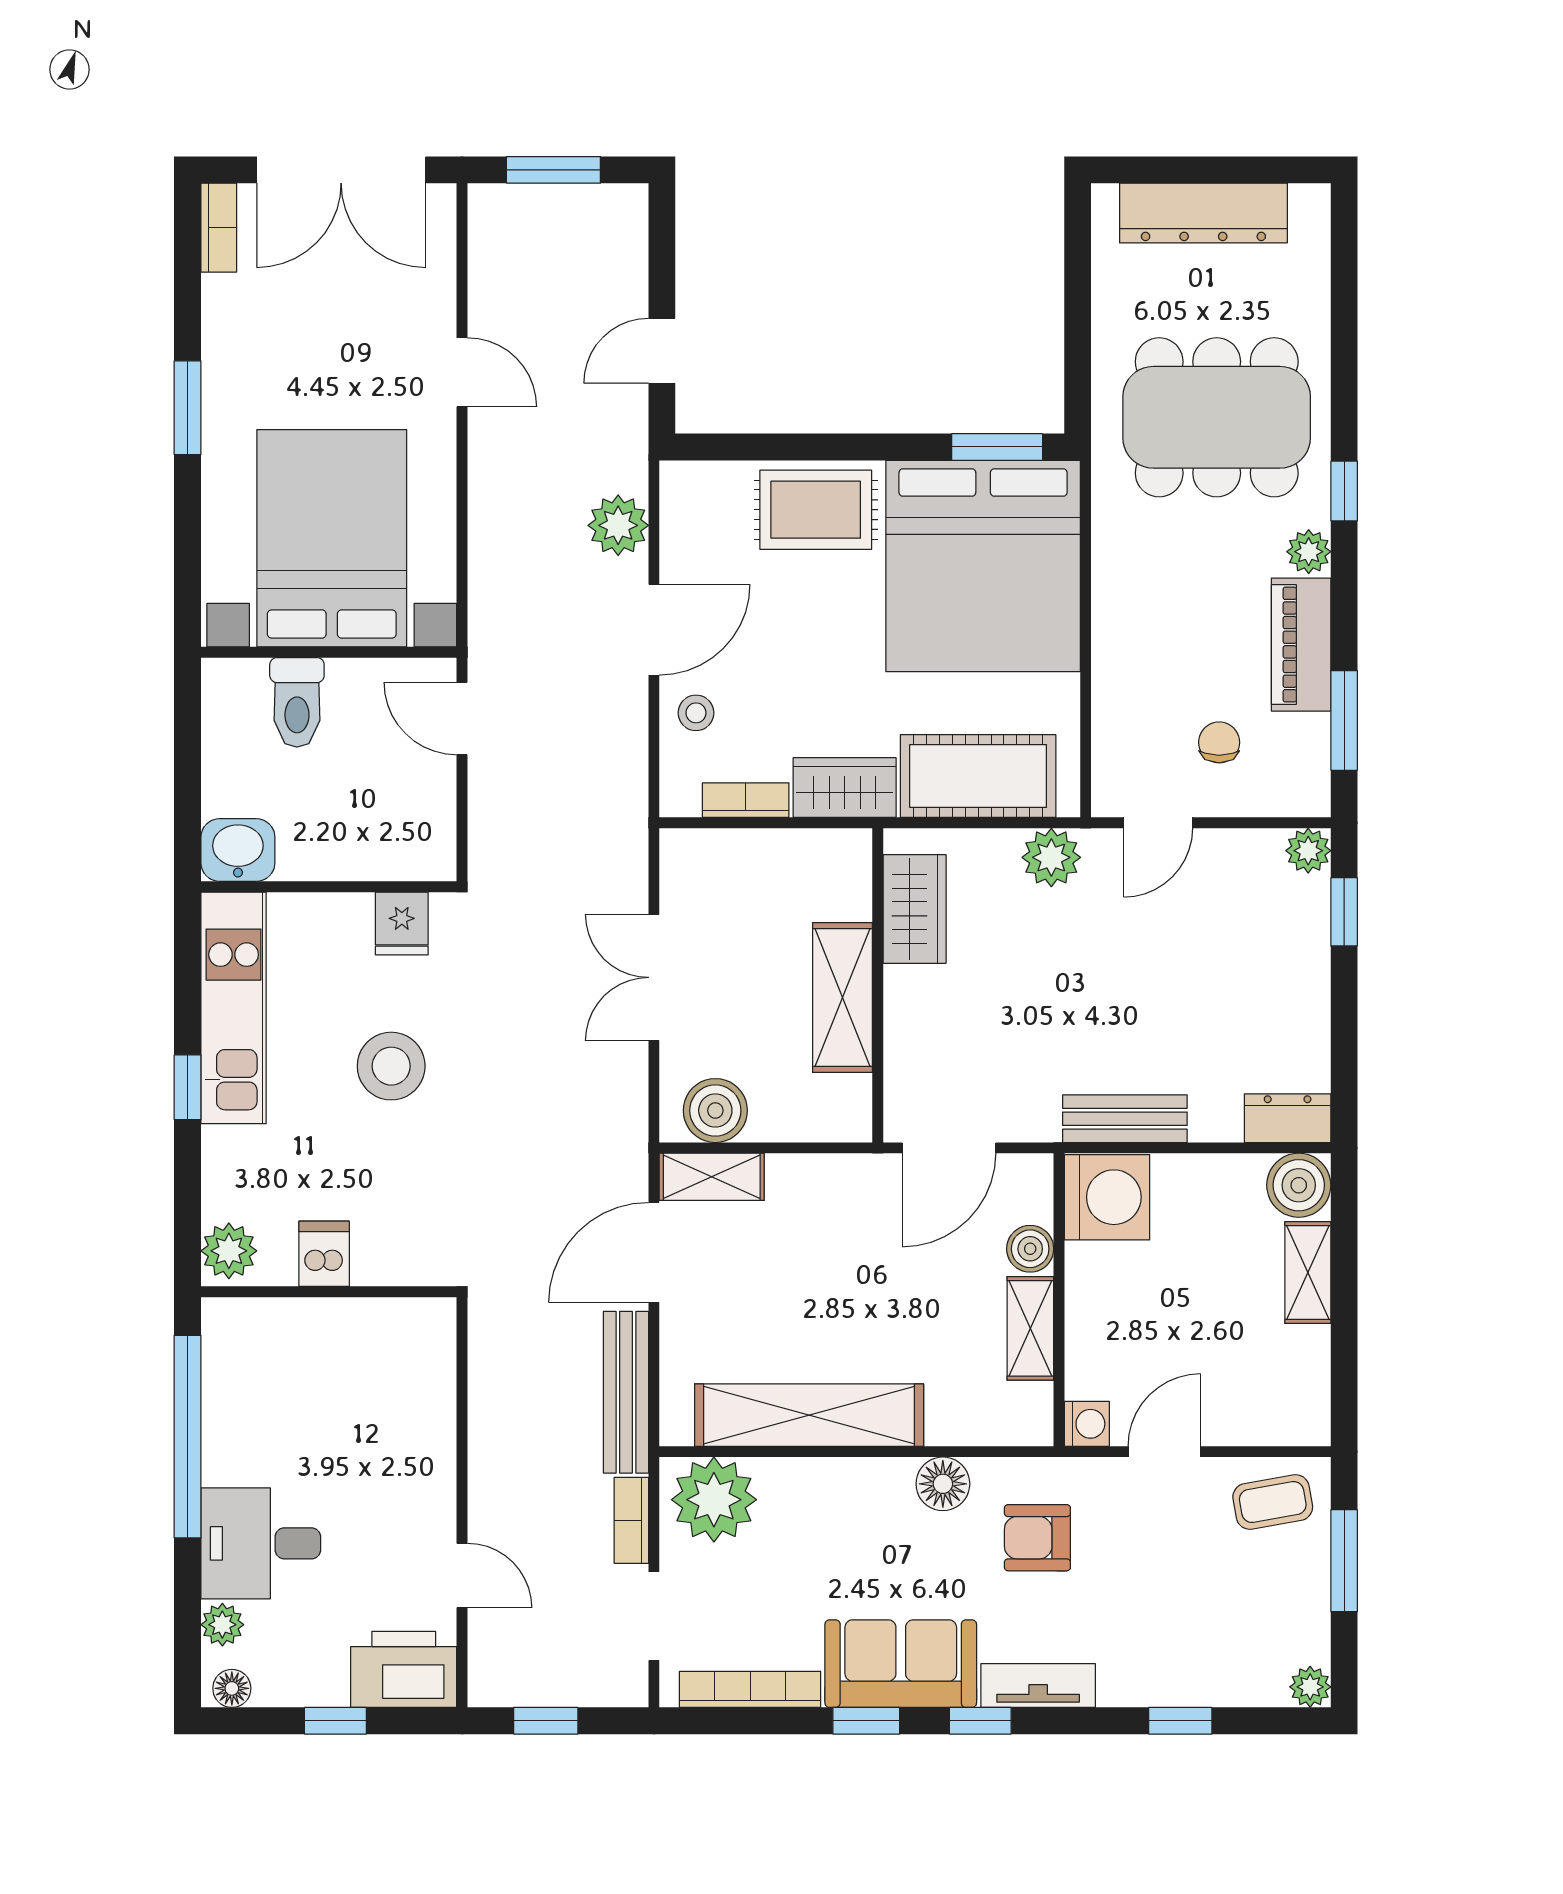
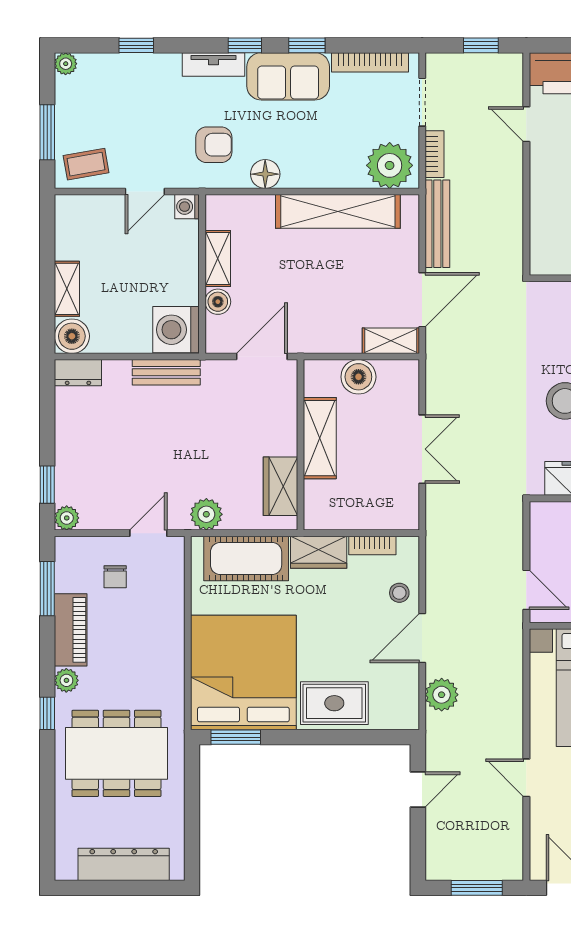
boiler: (715, 1111) -> (358, 377), moved

